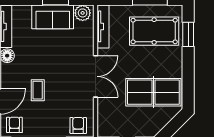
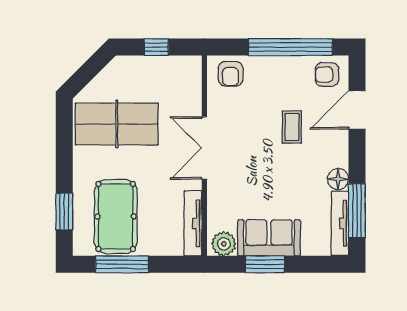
pool table: (154, 31) -> (116, 216), turned 90
armchair: (14, 125) -> (327, 75), turned 90

